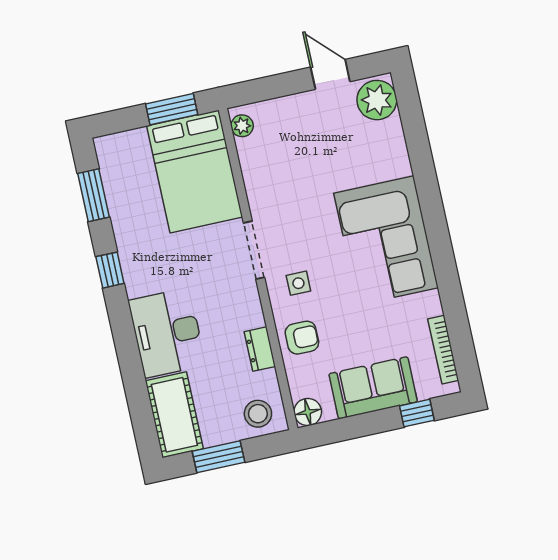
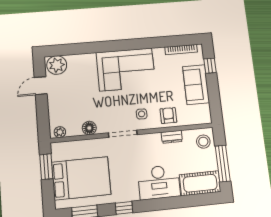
bed: (195, 171) -> (81, 178), moved
floor lamp: (308, 412) -> (89, 128), moved
window: (219, 457) -> (223, 164), width x1.44

